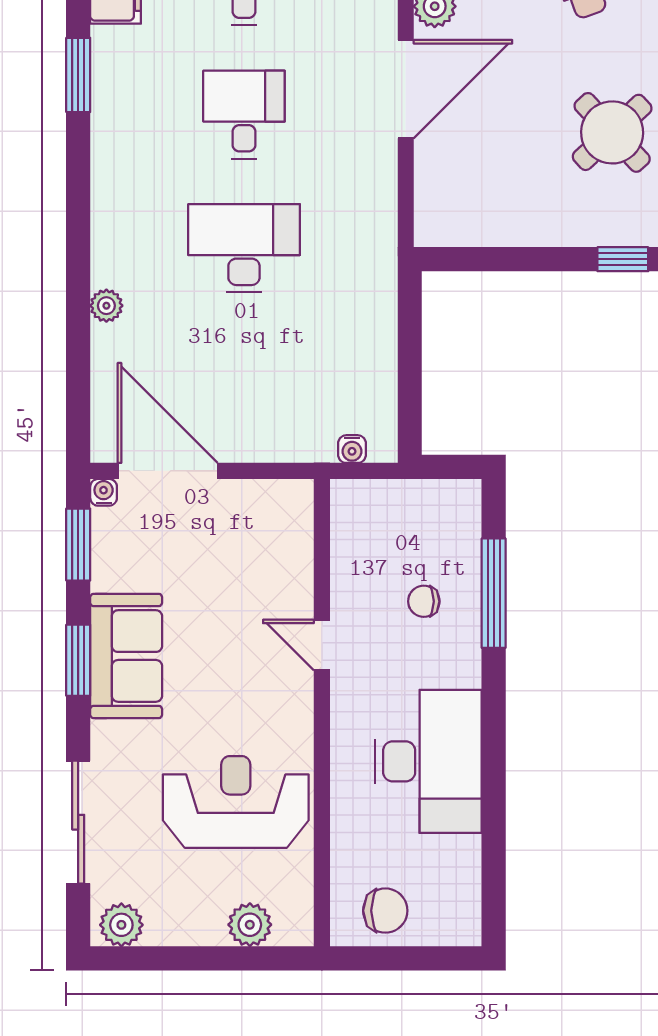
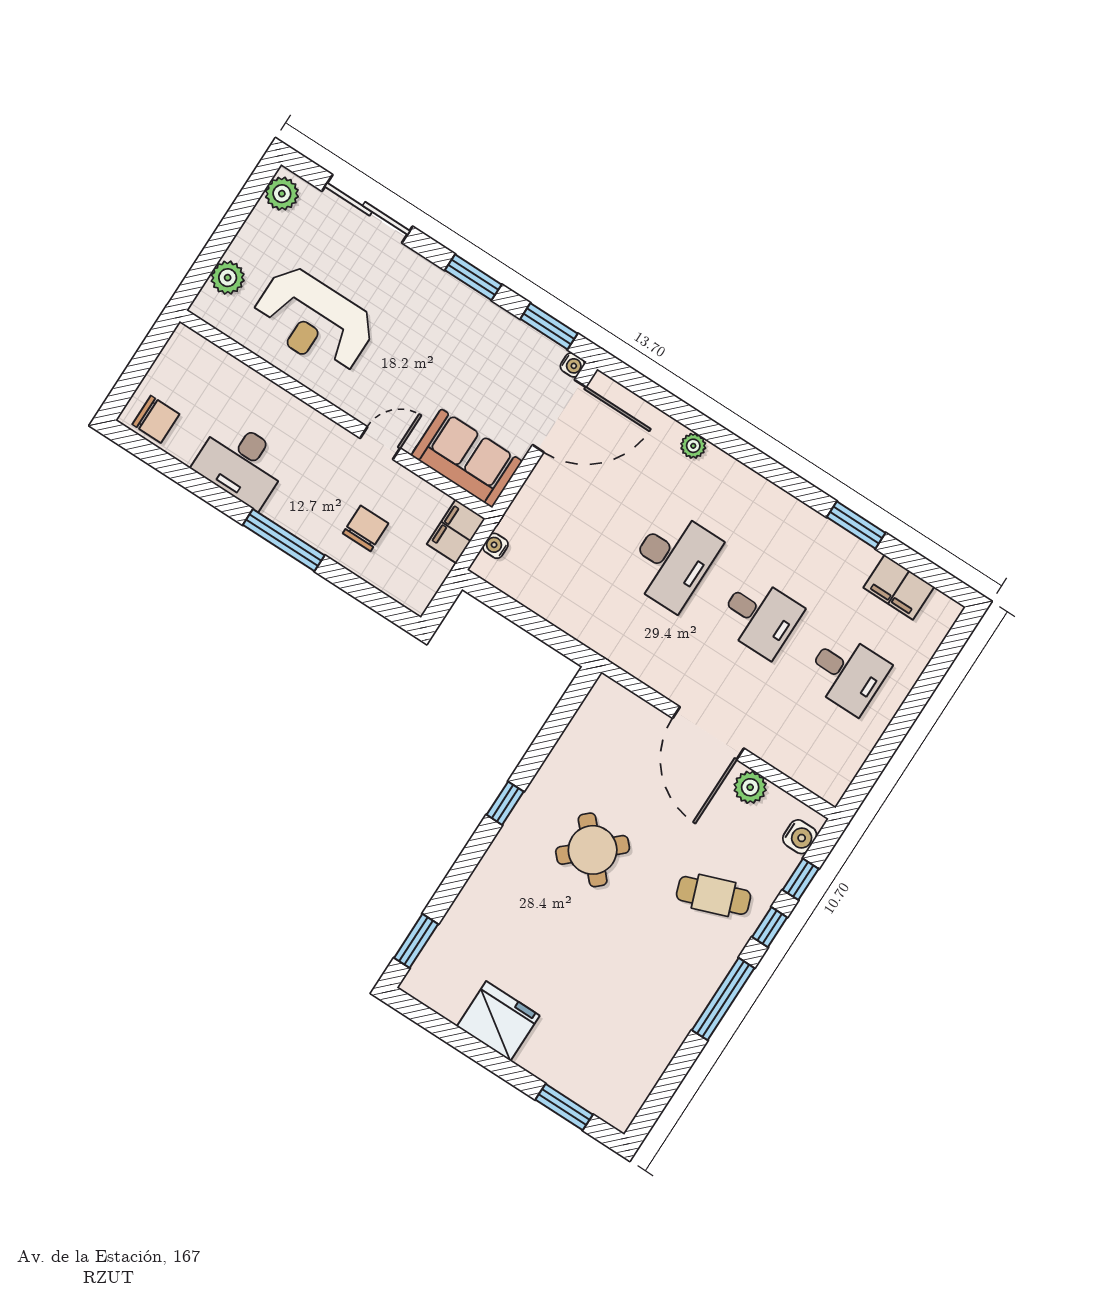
filing cabinet: (364, 502) -> (456, 531), added
window: (494, 593) -> (284, 540), moved
chair: (424, 601) -> (366, 528), width x1.37, depth x1.37
sofa: (126, 656) -> (467, 458), moved, turned 180
desk: (428, 761) -> (241, 463), width x0.73, depth x0.77
reception desk: (236, 802) -> (314, 320), turned 90
chair: (385, 911) -> (156, 419), moved, turned -90

